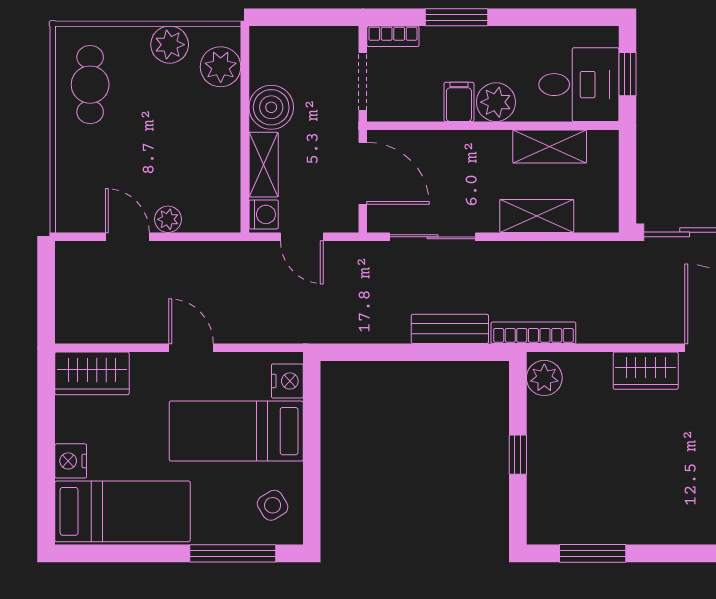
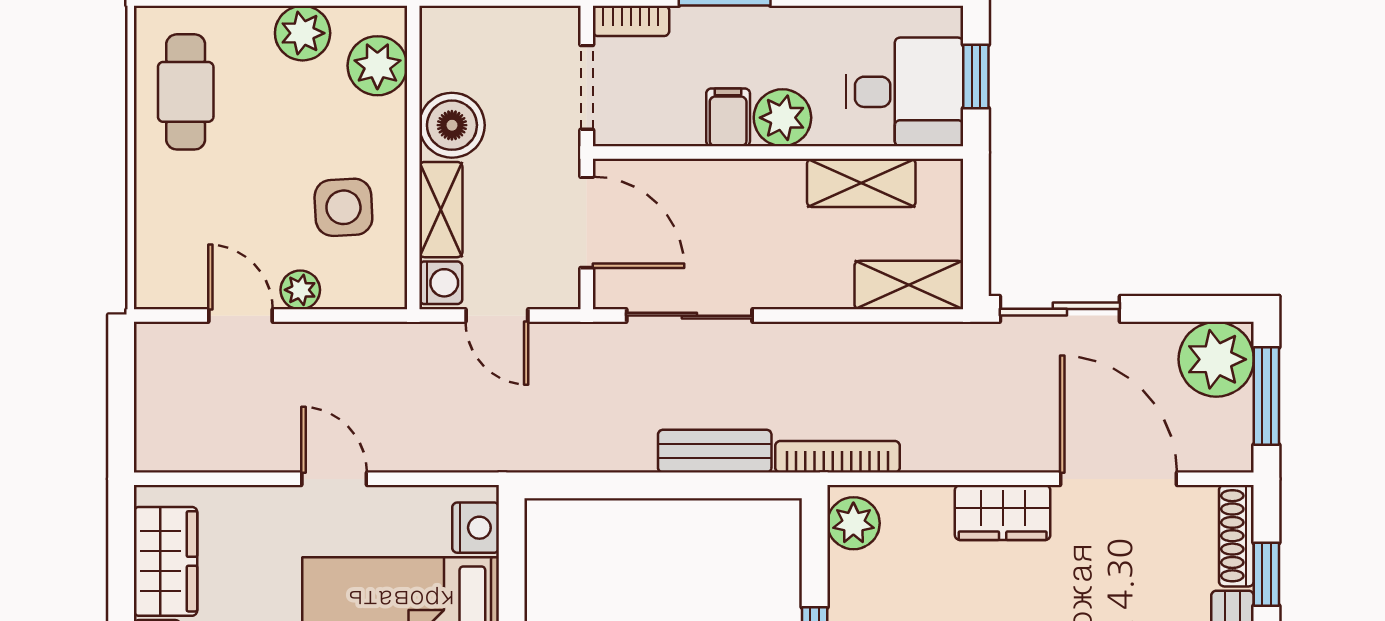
side table: (197, 163) -> (343, 207), added
shelving: (537, 216) -> (909, 285), moved
wardrobe: (92, 373) -> (165, 561), moved, turned -90

